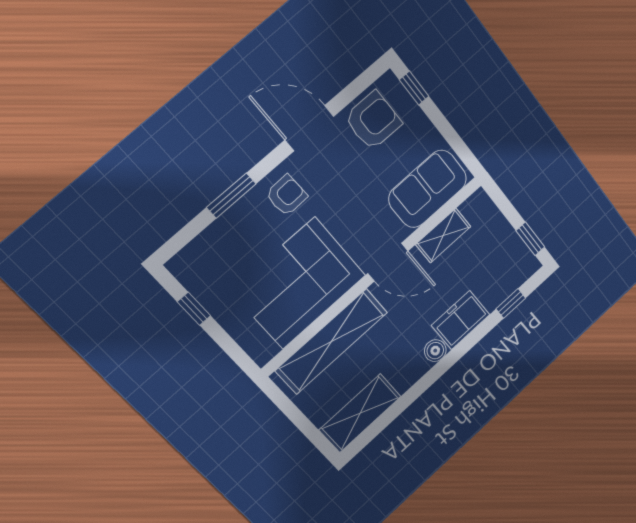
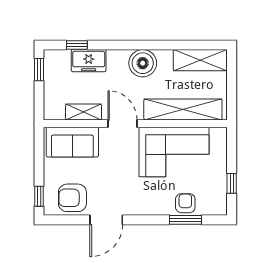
door: (309, 128) -> (106, 220), hinge flipped
armchair: (287, 195) -> (185, 203), moved, turned 92
window: (231, 196) -> (186, 220), moved
freezer: (461, 320) -> (89, 61), moved
boiler: (435, 351) -> (143, 63), width x1.86, depth x1.86

